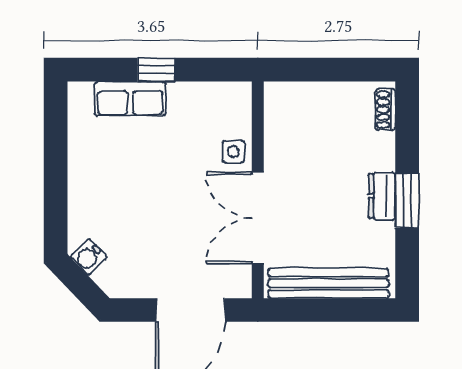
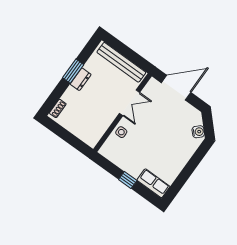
row of seats: (130, 99) -> (153, 183), moved
double door: (258, 218) -> (130, 103), width x0.73

